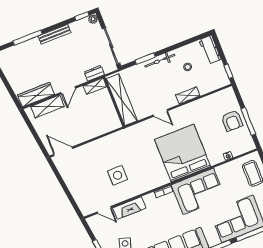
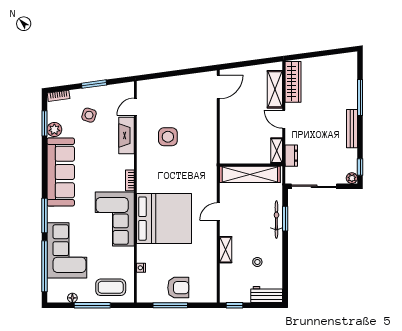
bicycle: (160, 61) -> (276, 220), moved
armchair: (232, 121) -> (178, 288), turned 180

